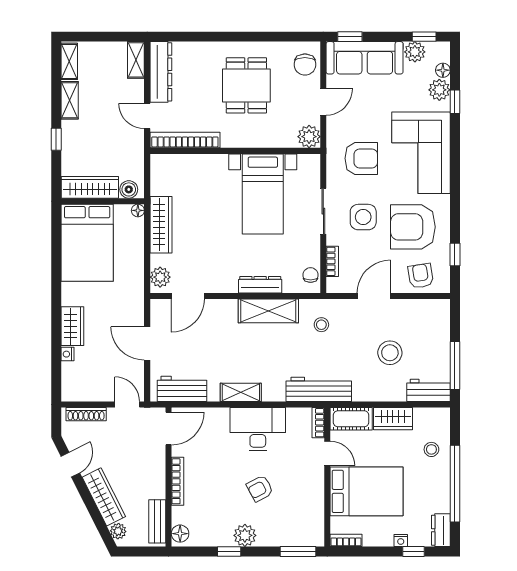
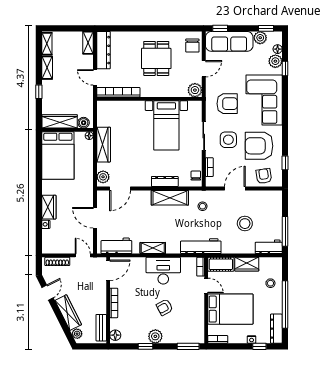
dresser: (441, 530) -> (276, 329), width x1.44

